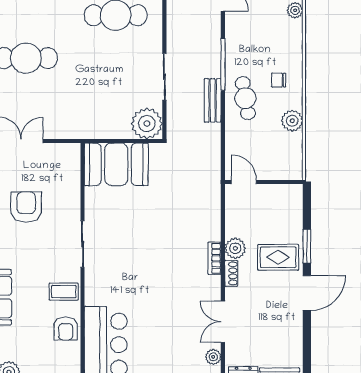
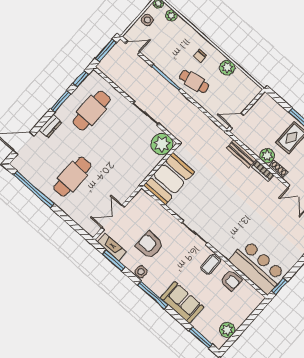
bench: (213, 100) -> (241, 154), moved

